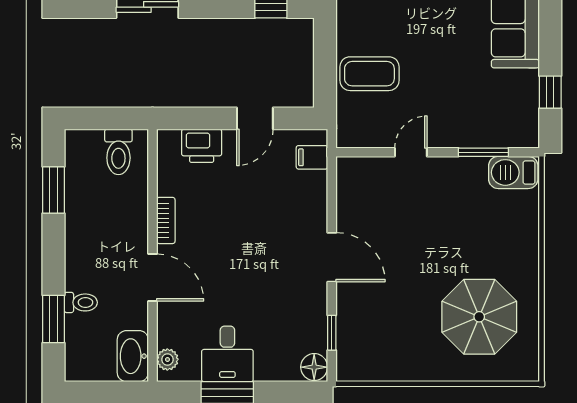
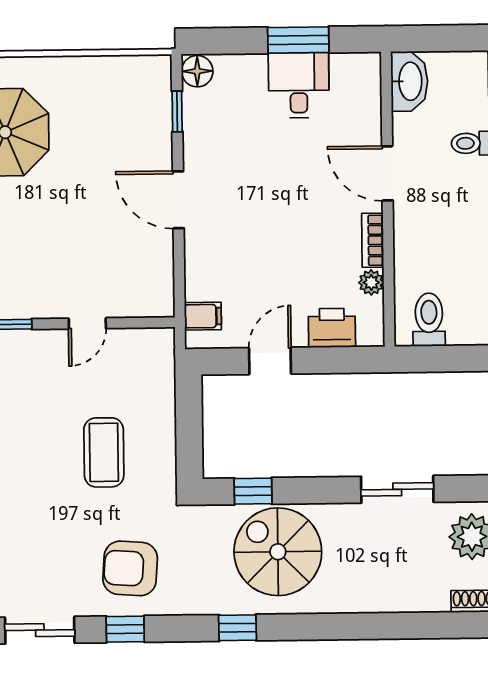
coffee table: (369, 74) -> (104, 452), moved, turned 90
plant: (167, 359) -> (371, 282), moved

